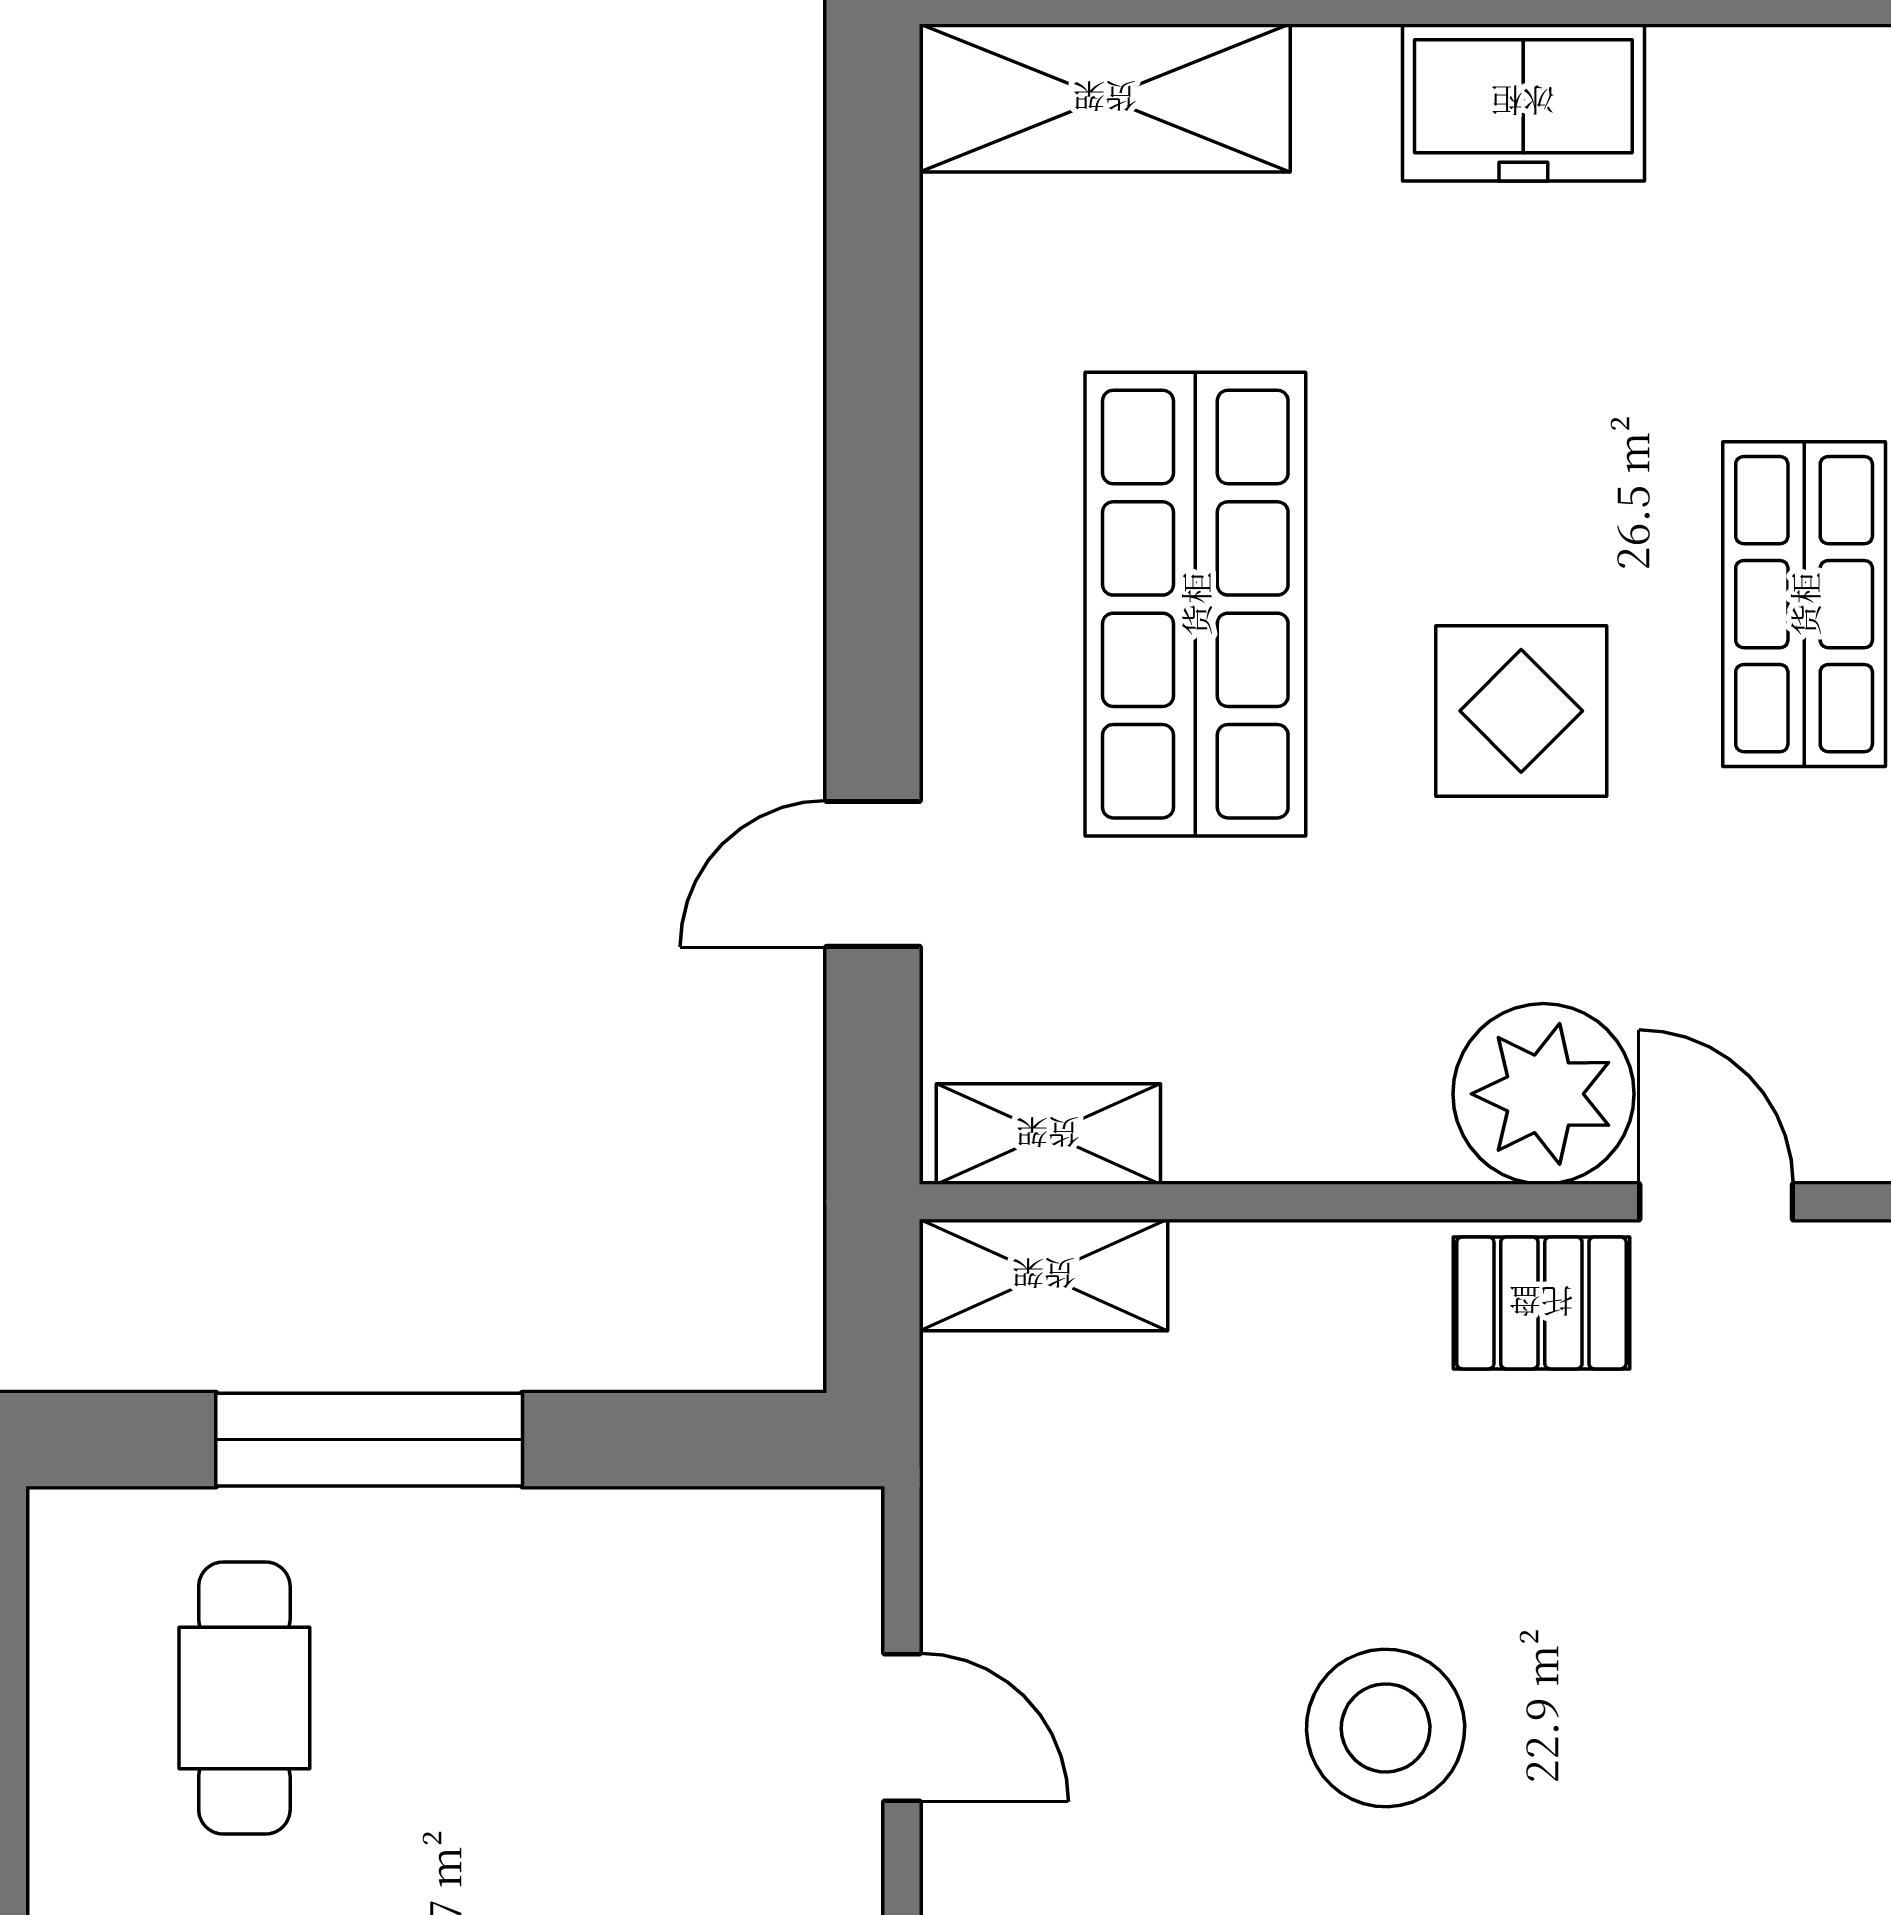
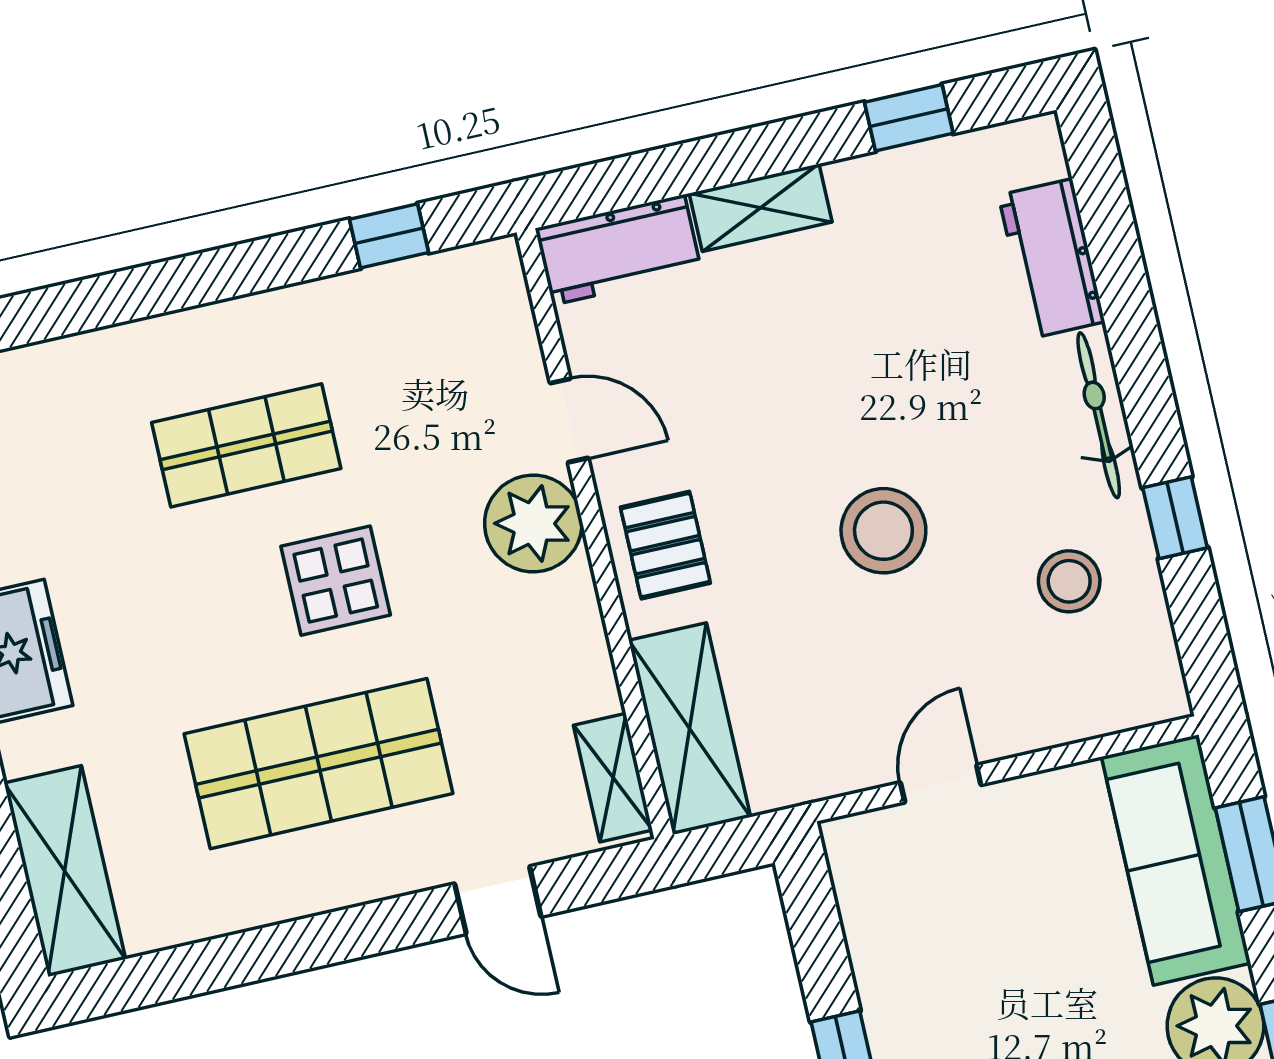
door: (1716, 1202) -> (569, 420), swing flipped
shelving: (1044, 1275) -> (690, 729), width x1.50, depth x1.33
pallet: (1541, 1303) -> (665, 545), moved

